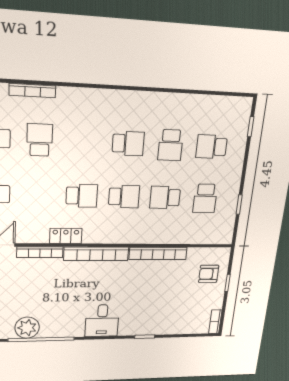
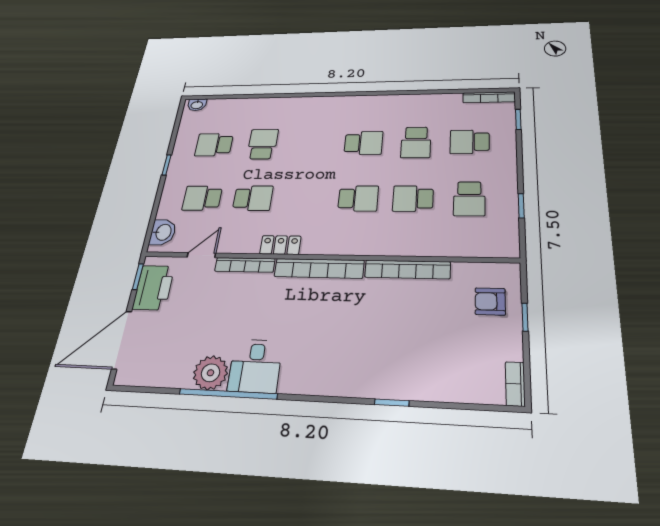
bookcase: (32, 91) -> (489, 97), moved
school desk: (82, 196) -> (253, 198), moved
desk: (102, 321) -> (255, 366), moved

